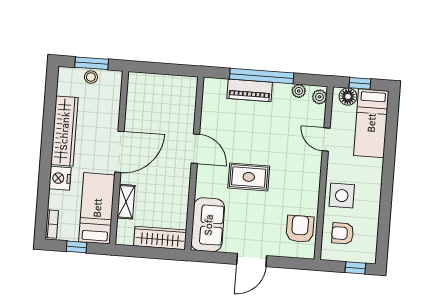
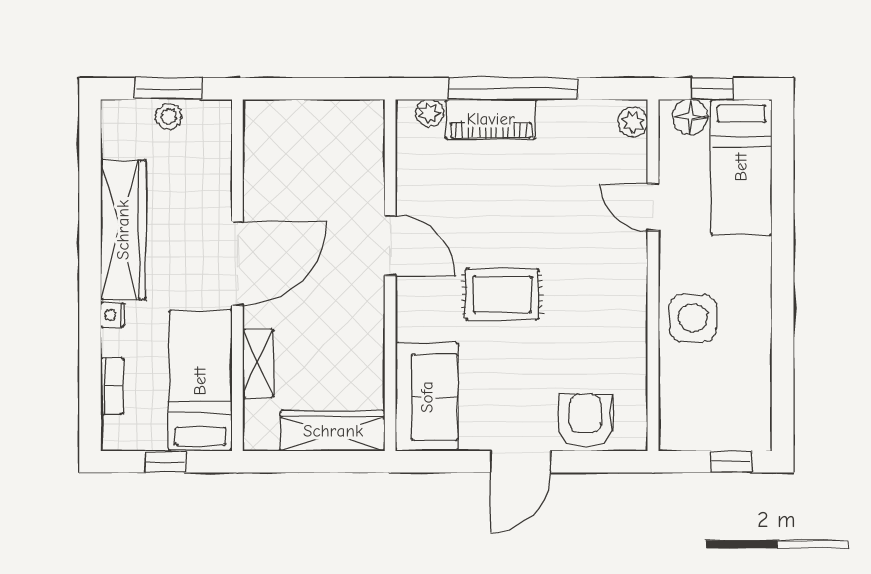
plant: (299, 91) -> (429, 113), moved
nightstand: (60, 178) -> (112, 315), width x0.53, depth x0.56
bookcase: (52, 224) -> (112, 386), moved
armchair: (300, 229) -> (585, 421), moved
armchair: (343, 233) -> (700, 394), removed

